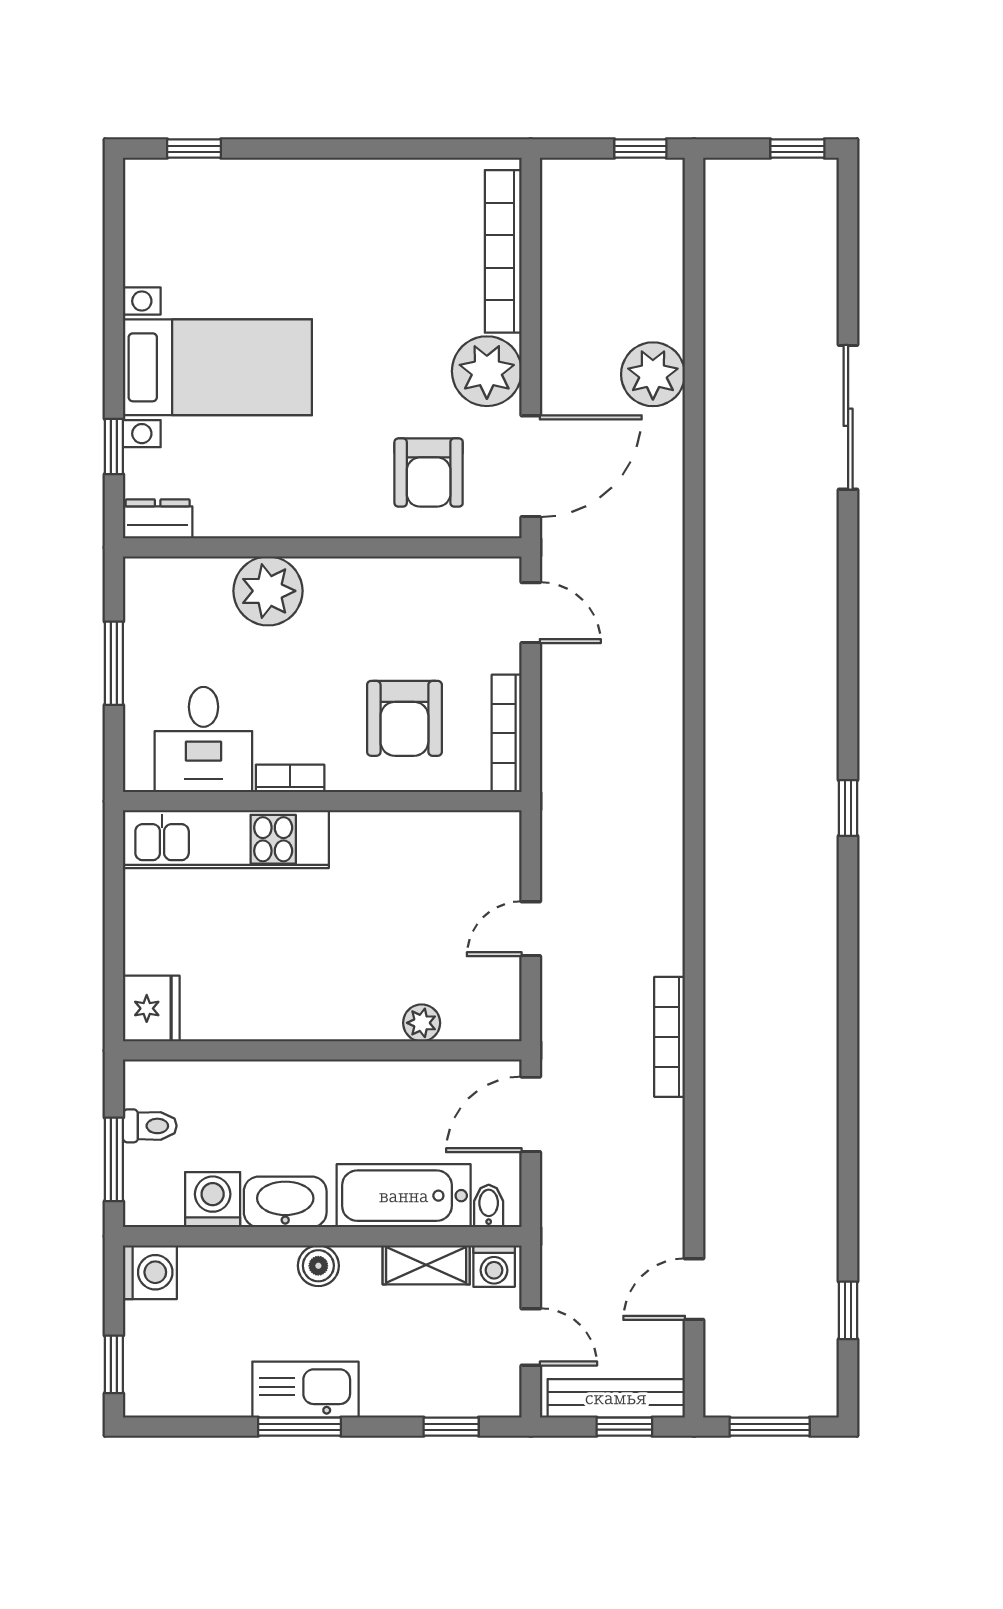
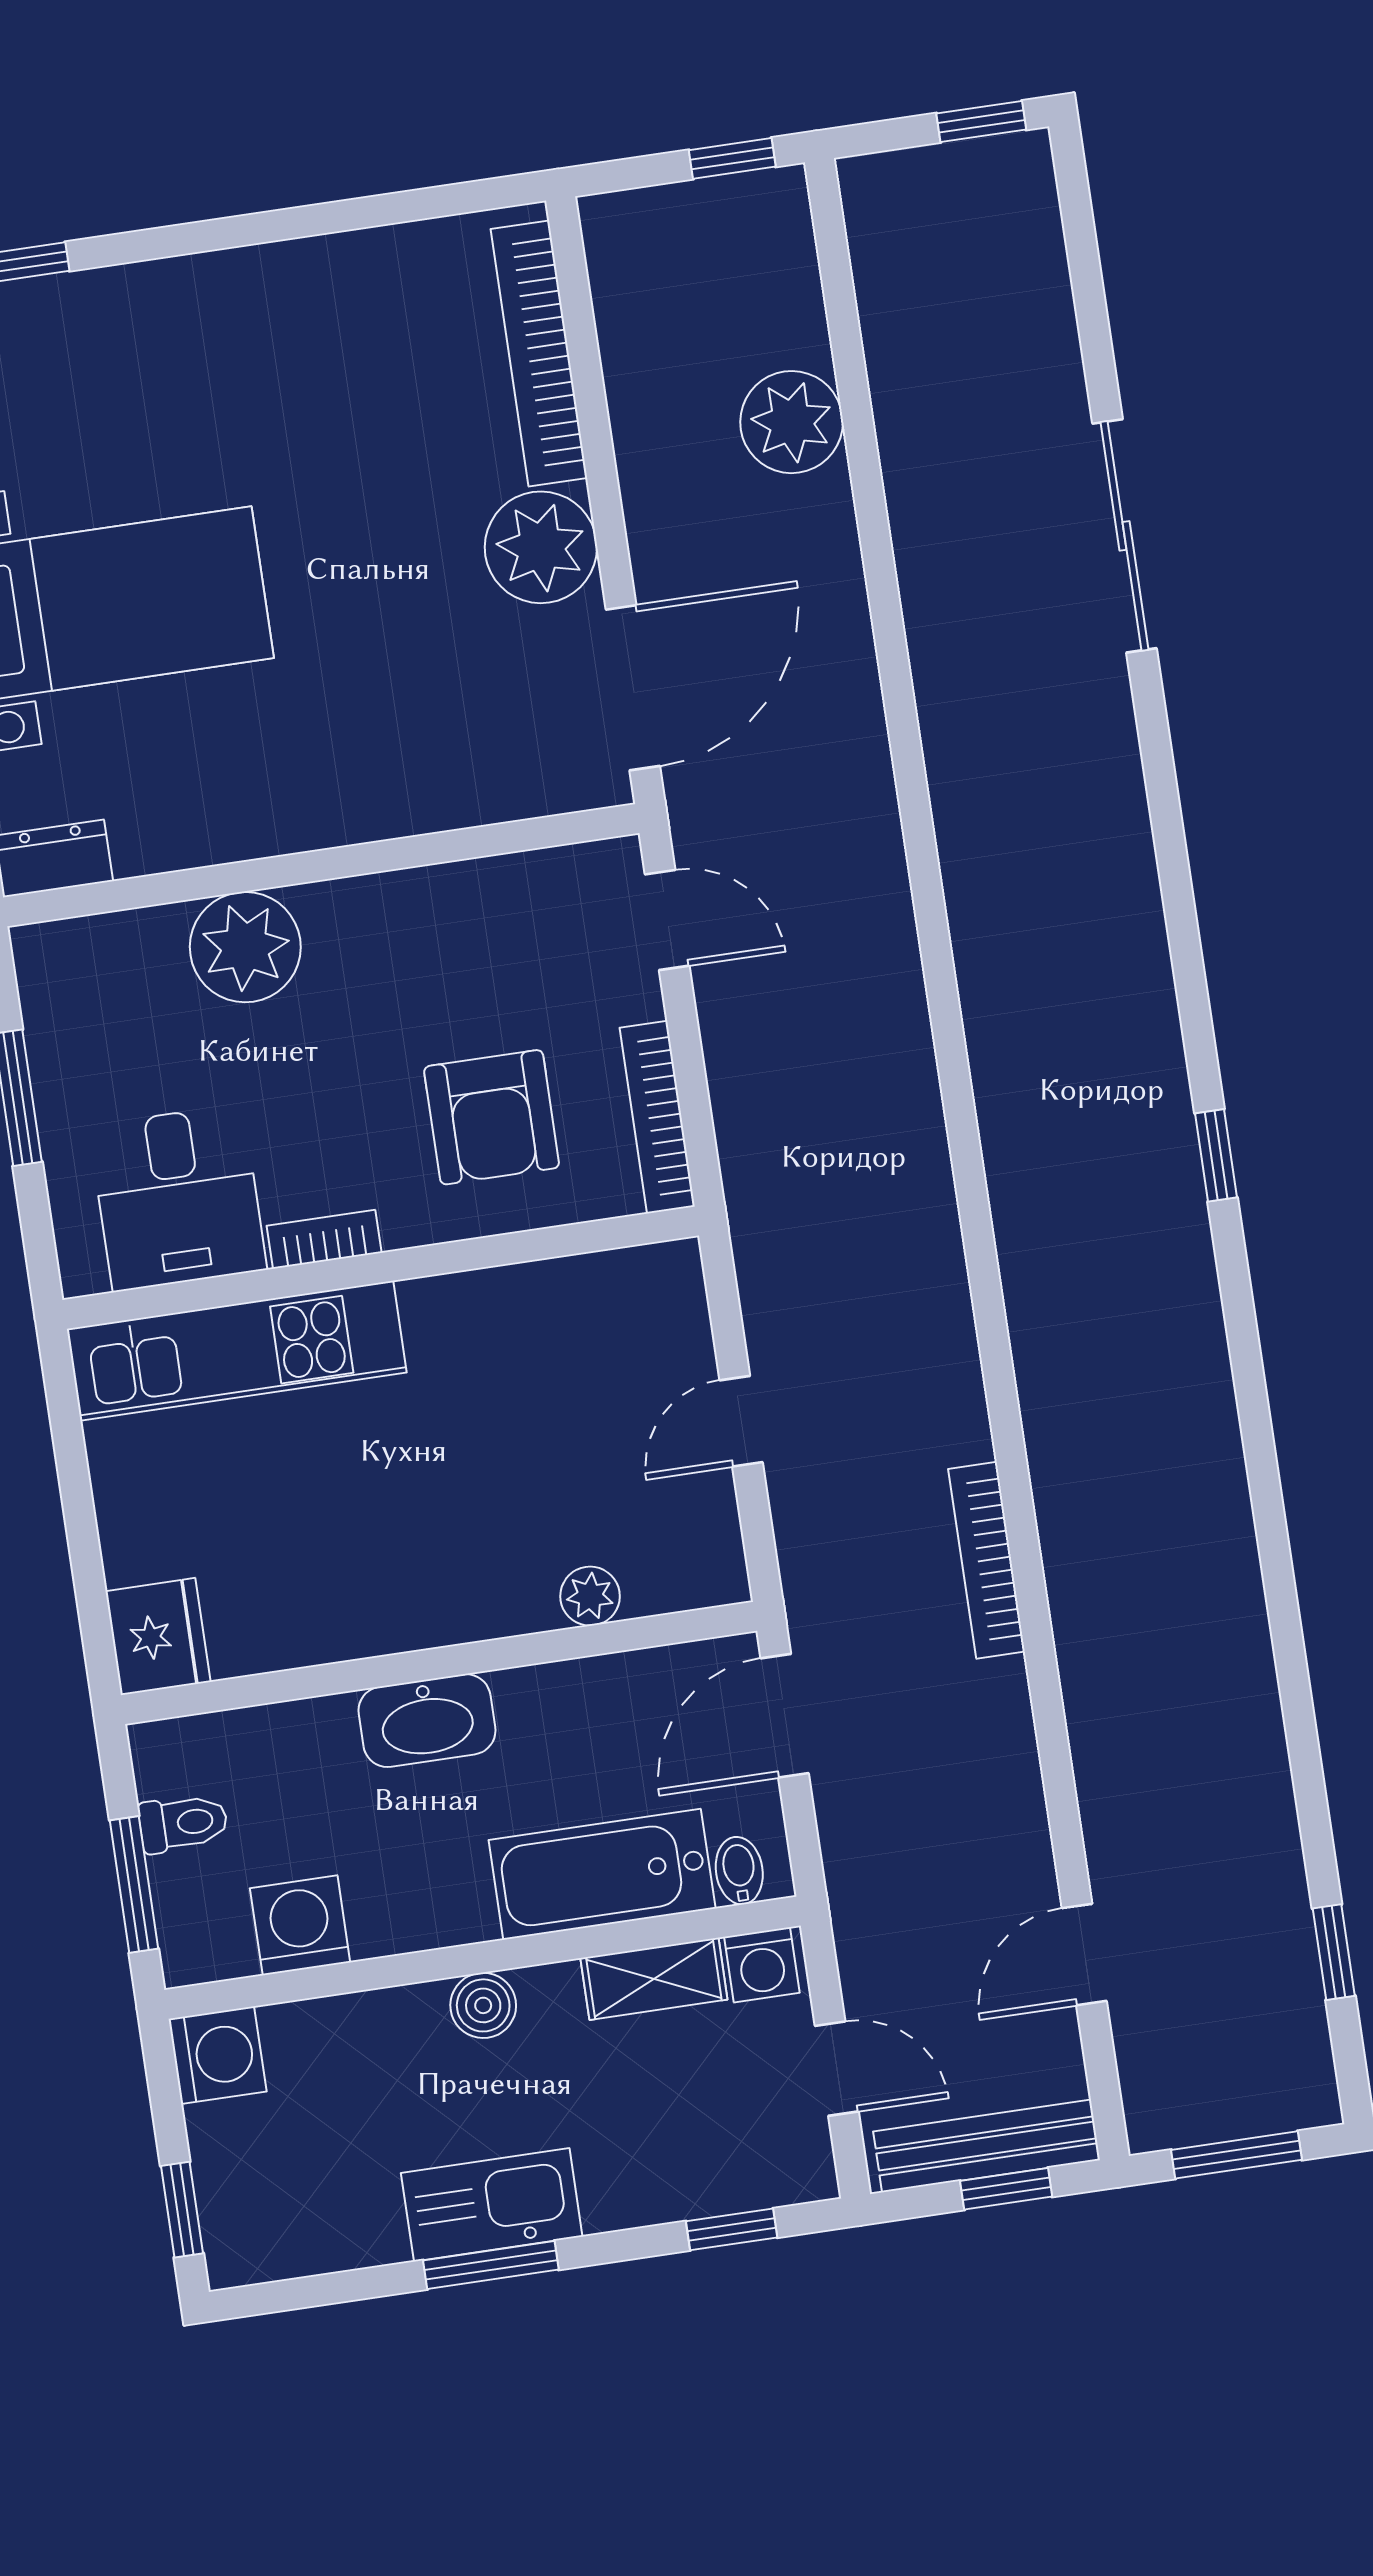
plant: (653, 374) -> (792, 422), moved
armchair: (429, 473) -> (472, 722), removed
washbasin: (285, 1202) -> (427, 1721), moved, turned 180

